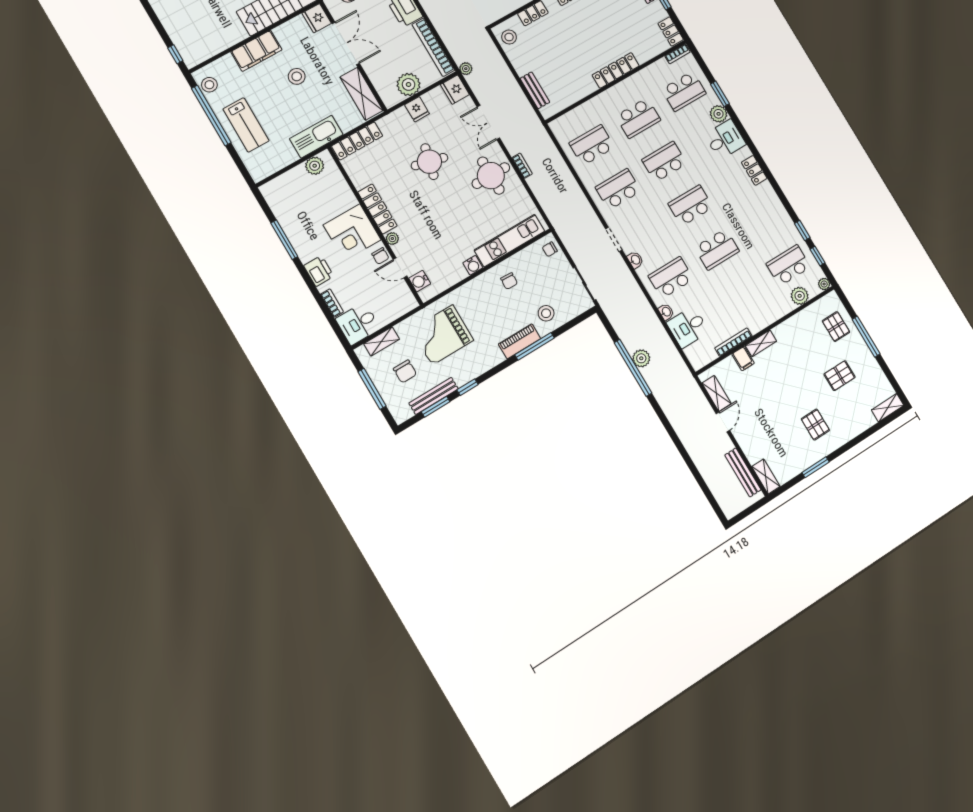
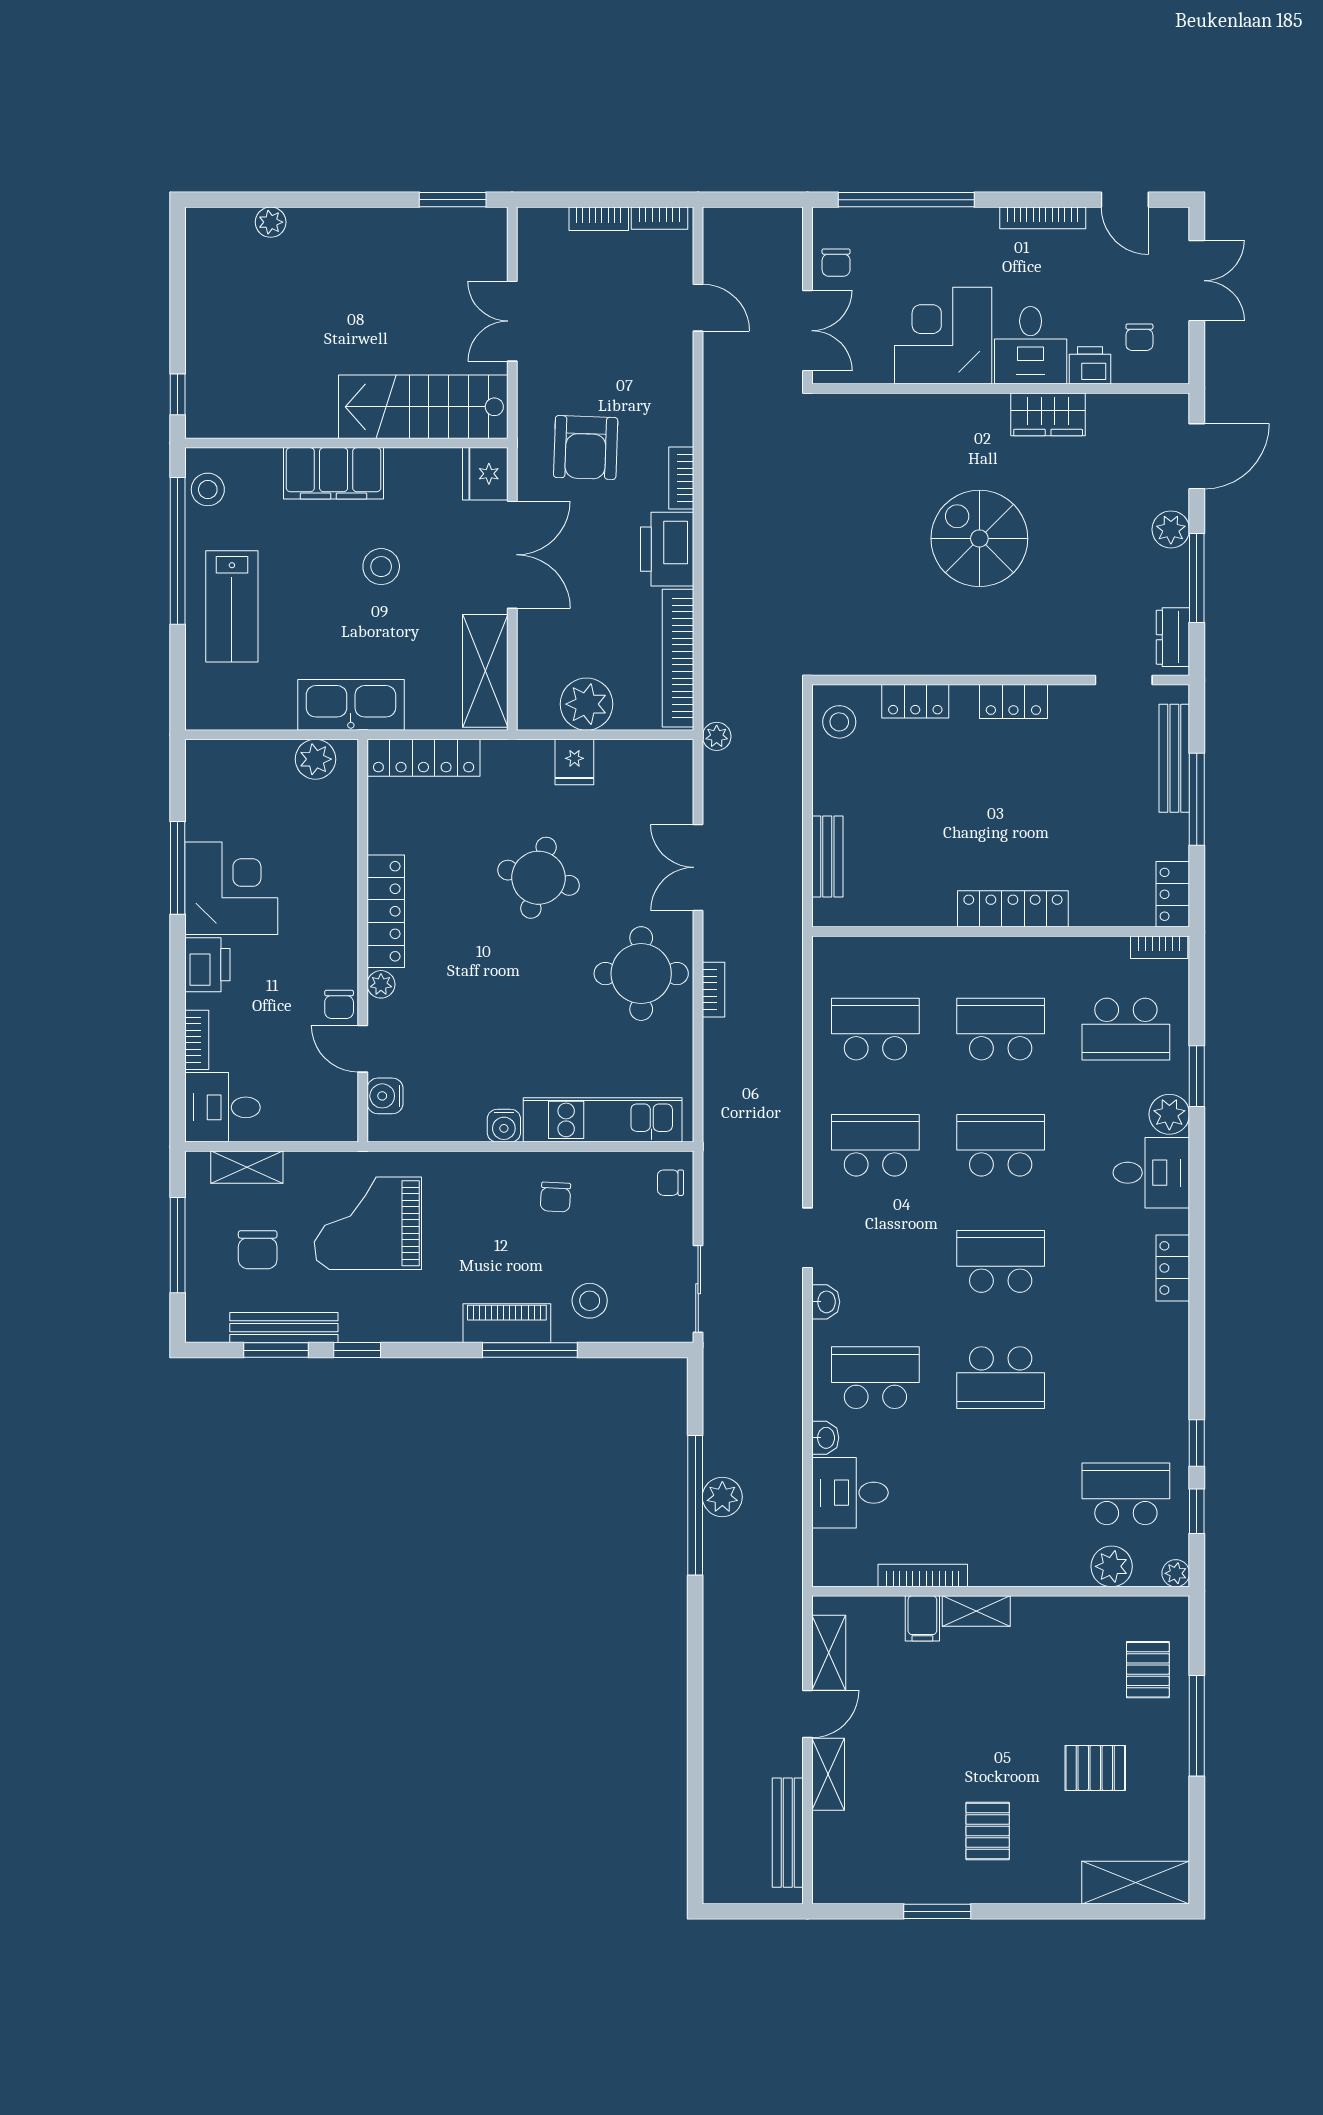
fridge: (455, 90) -> (671, 765), removed
school desk: (638, 118) -> (1001, 1029), turned 180
corner desk: (352, 232) -> (231, 888), moved, turned 180
shelving: (888, 408) -> (1136, 1883), width x1.50, depth x1.33
shelving: (766, 476) -> (828, 1774), moved

